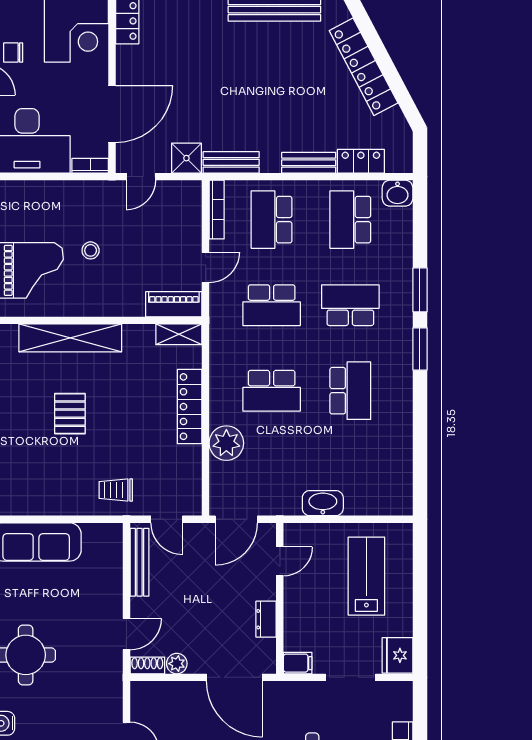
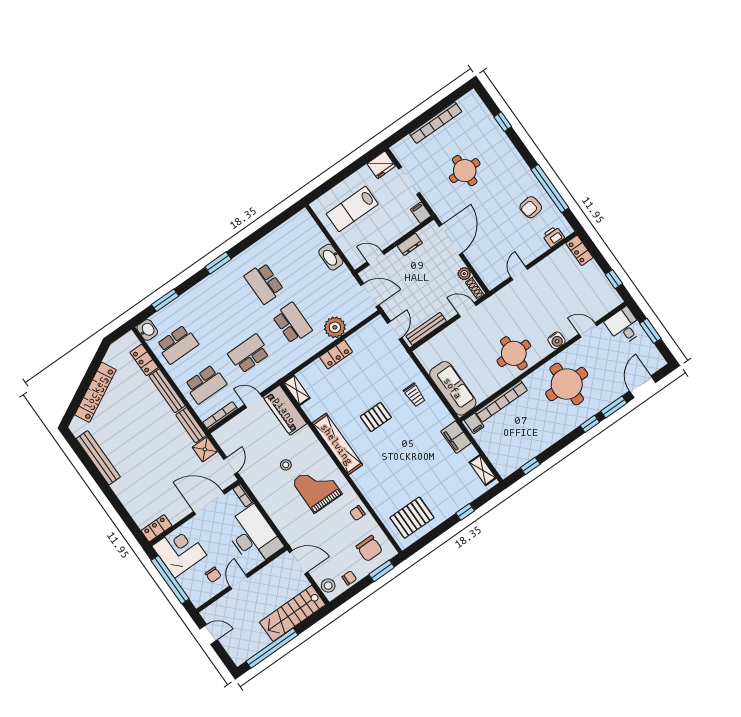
bench: (309, 163) -> (167, 391), width x1.36
door: (141, 177) -> (230, 466), hinge flipped
window: (420, 290) -> (165, 300), moved
piano: (174, 304) -> (285, 410), width x1.37, depth x1.33
school desk: (272, 305) -> (249, 354), turned -90
school desk: (350, 305) -> (221, 314), removed
school desk: (350, 391) -> (264, 283), turned -90
locker: (190, 407) -> (336, 354), width x0.66
trolley: (116, 490) -> (414, 395), moved

